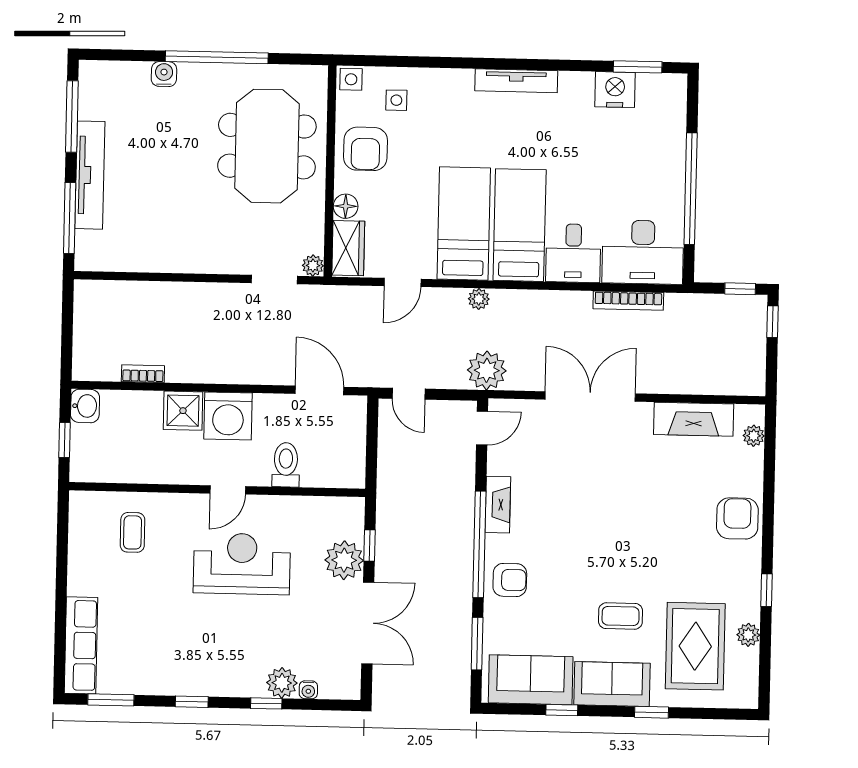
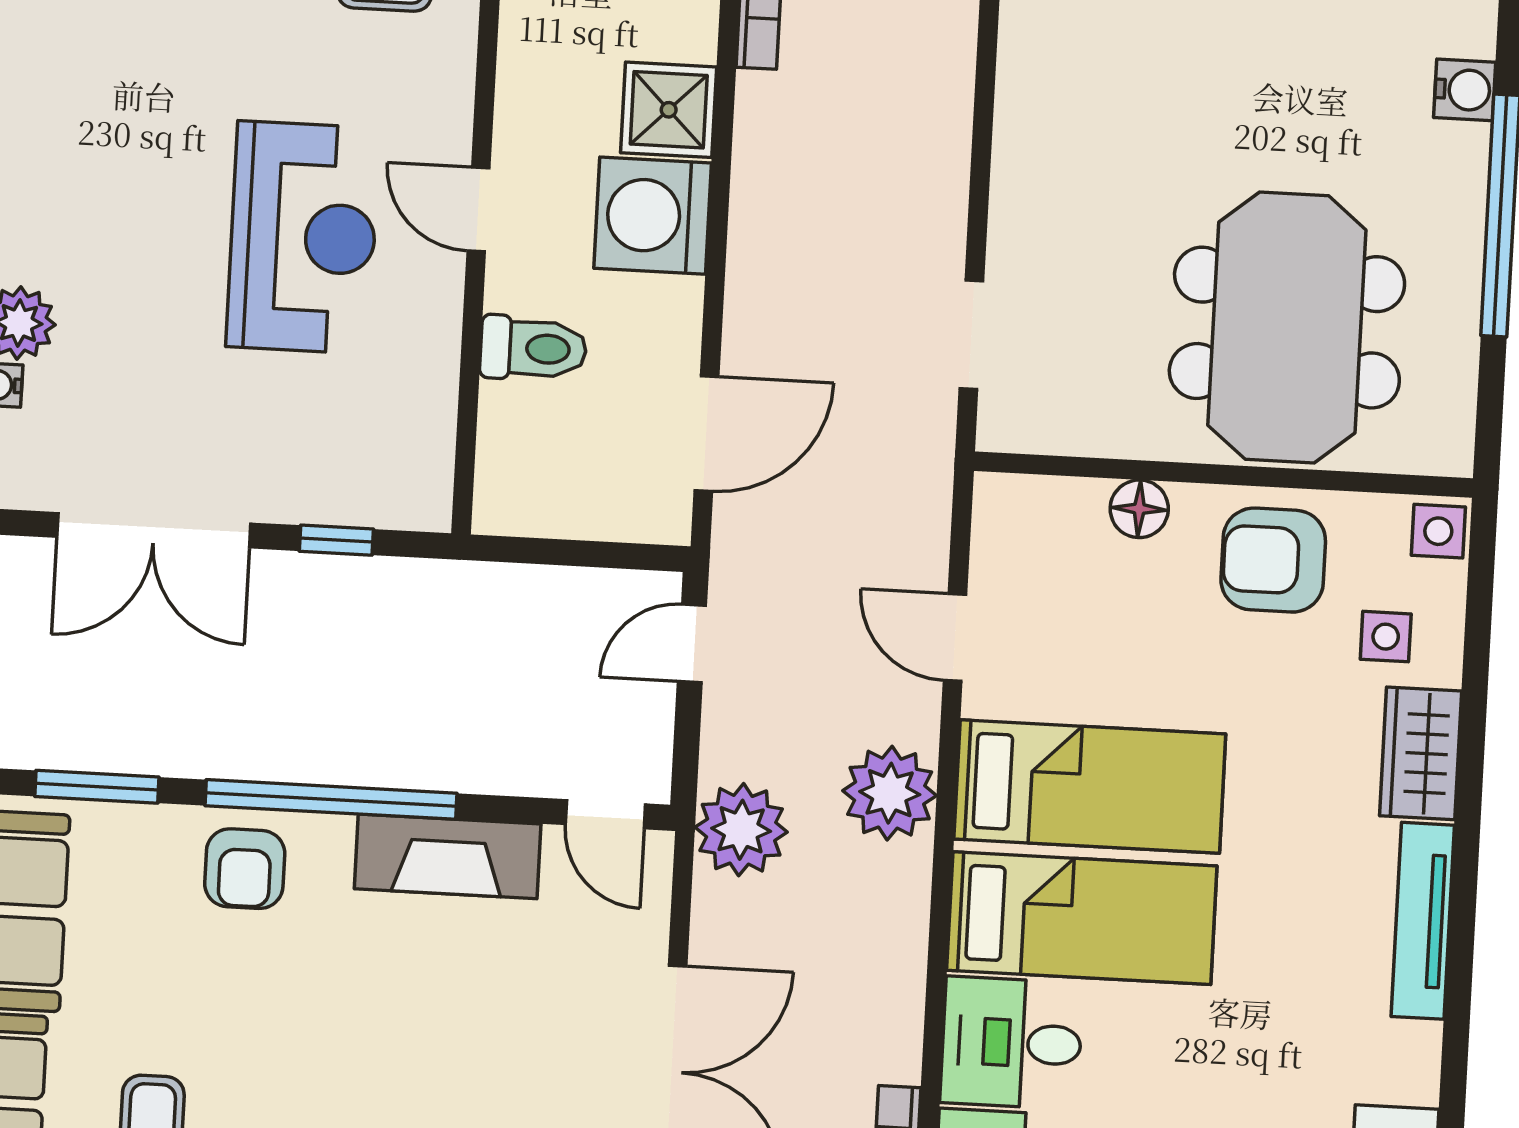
meeting table: (267, 146) -> (1287, 328), turned 90
wardrobe: (348, 248) -> (1421, 753), moved, turned 90
plant: (313, 266) -> (1002, 427), removed
plant: (479, 299) -> (890, 793), width x1.87, depth x1.87
fireplace: (498, 505) -> (448, 856), width x1.37, depth x1.32
plant: (344, 560) -> (304, 479), removed

